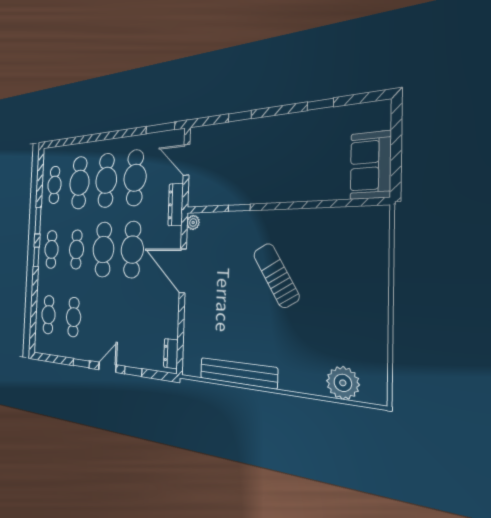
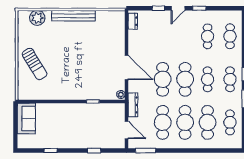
sun lounger: (276, 275) -> (35, 64), moved
bench: (238, 373) -> (73, 16), moved

